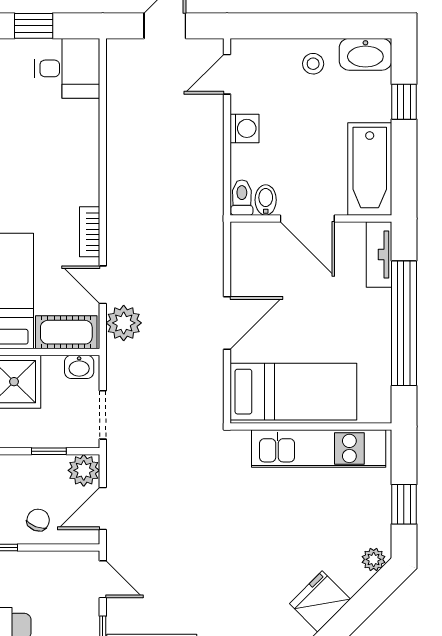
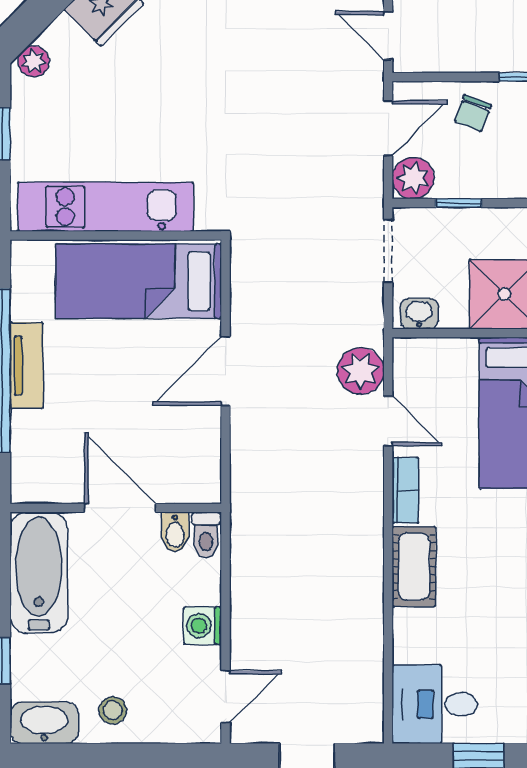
tv unit: (379, 254) -> (27, 365), moved
cot: (66, 332) -> (414, 567), moved, turned 90

